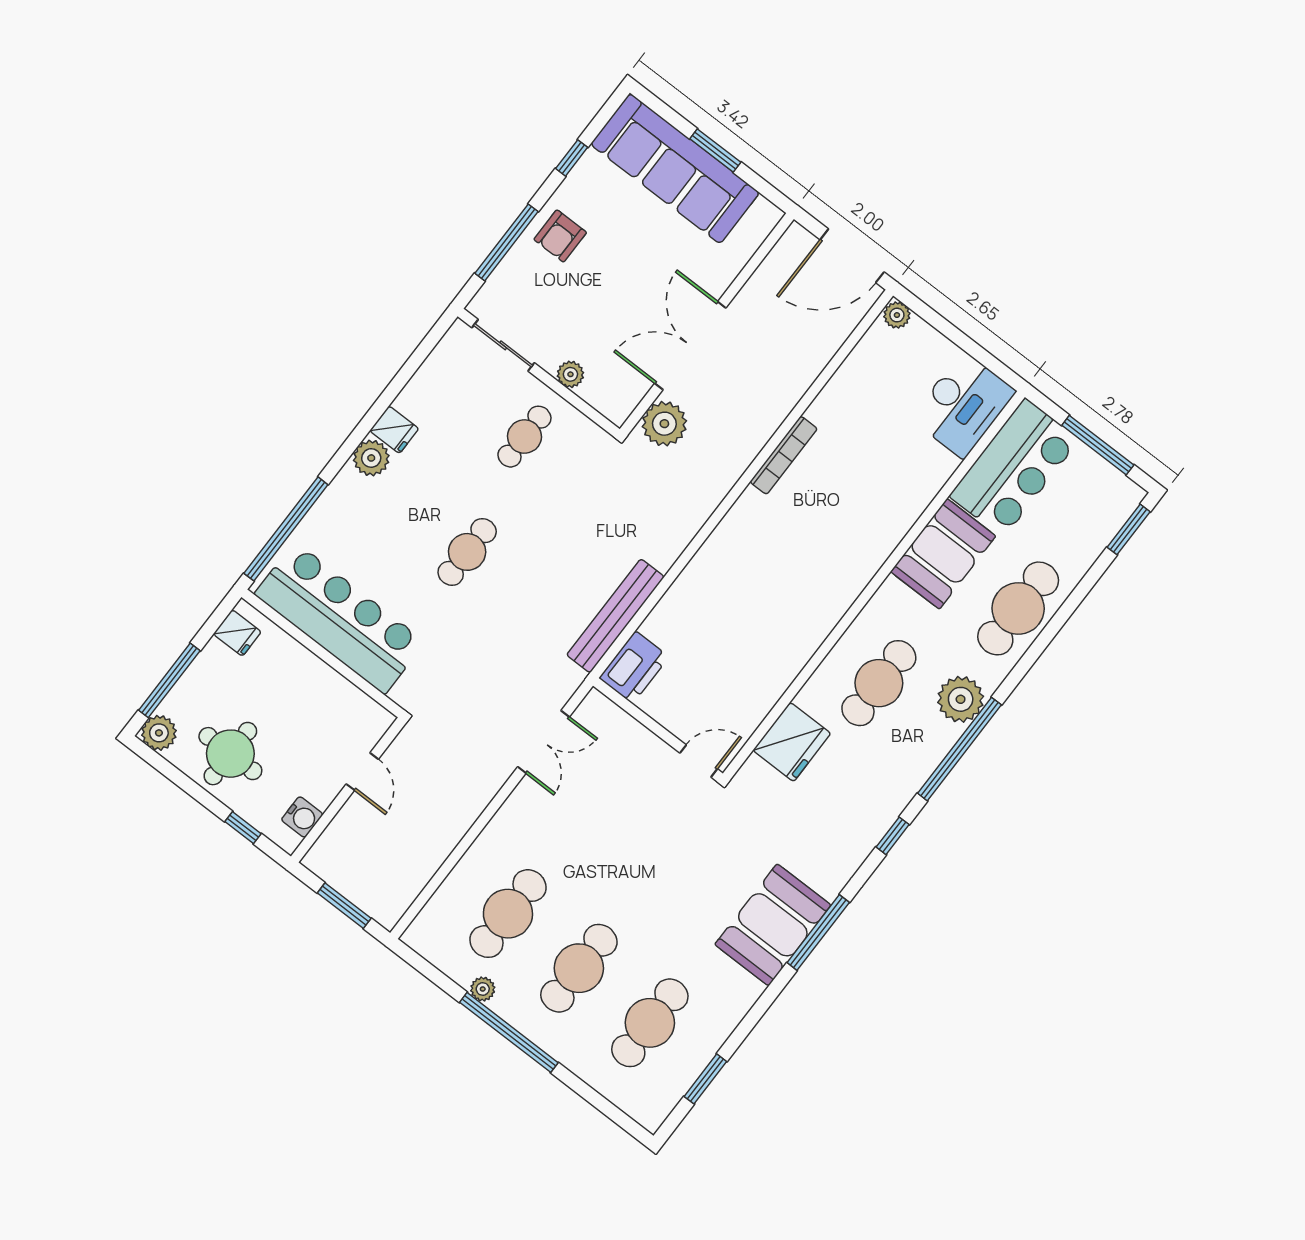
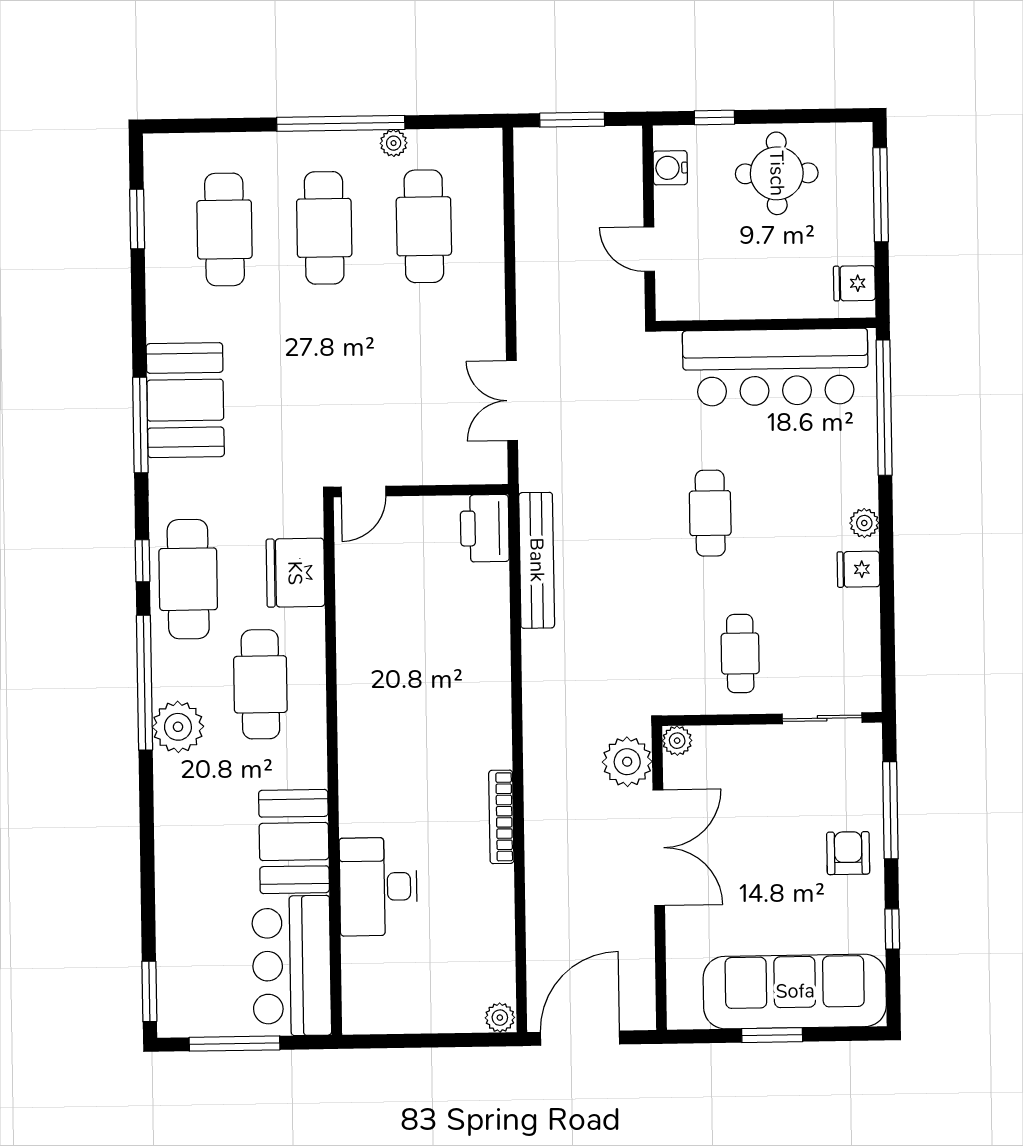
plant: (570, 374) -> (677, 741), moved
desk: (963, 405) -> (378, 887), moved
plant: (371, 458) -> (864, 523), width x0.73, depth x0.73
cafe table: (1018, 608) -> (188, 579), moved
plant: (159, 733) -> (853, 142), removed

